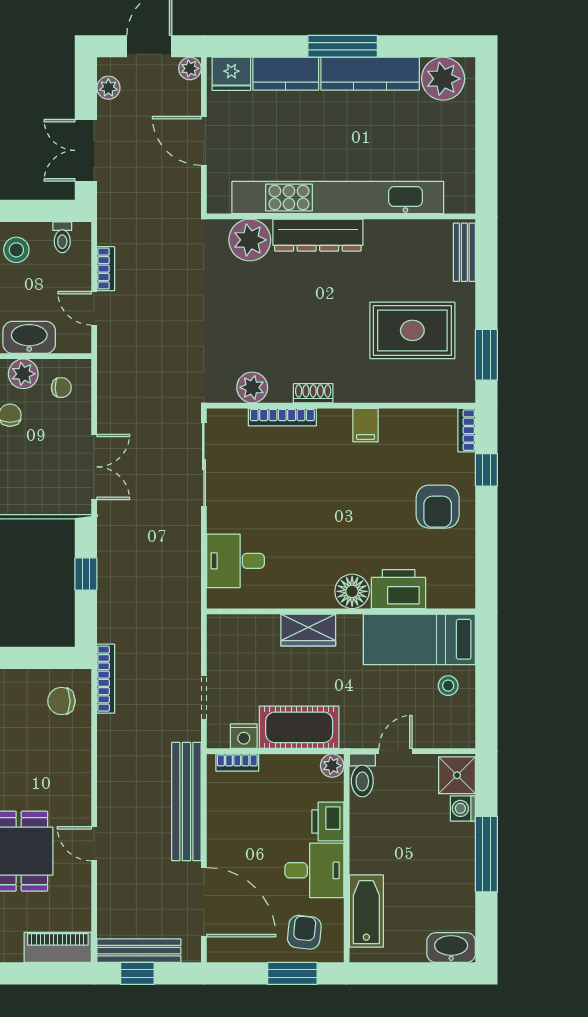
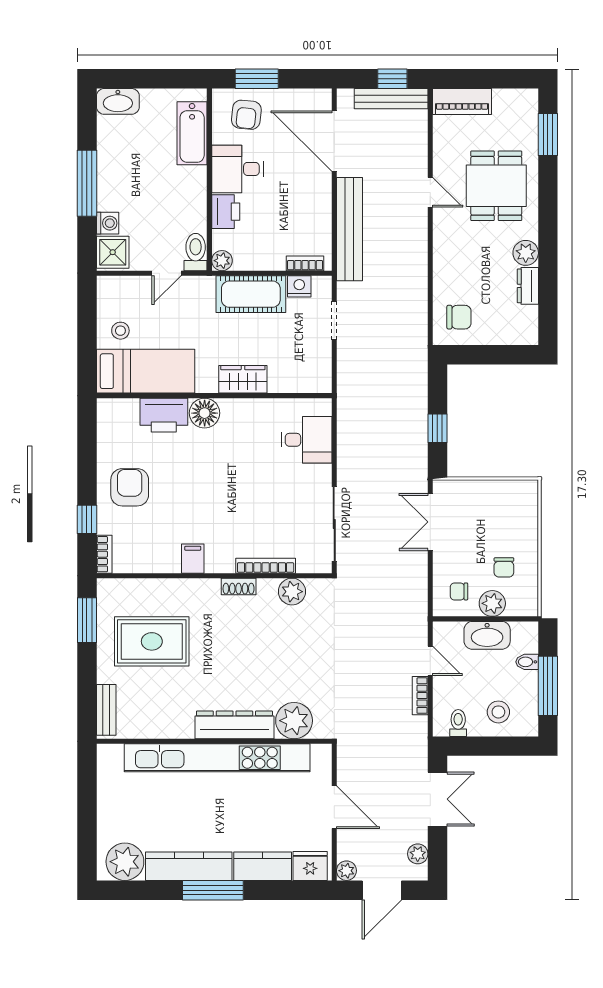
bookcase: (106, 679) -> (420, 337), removed

